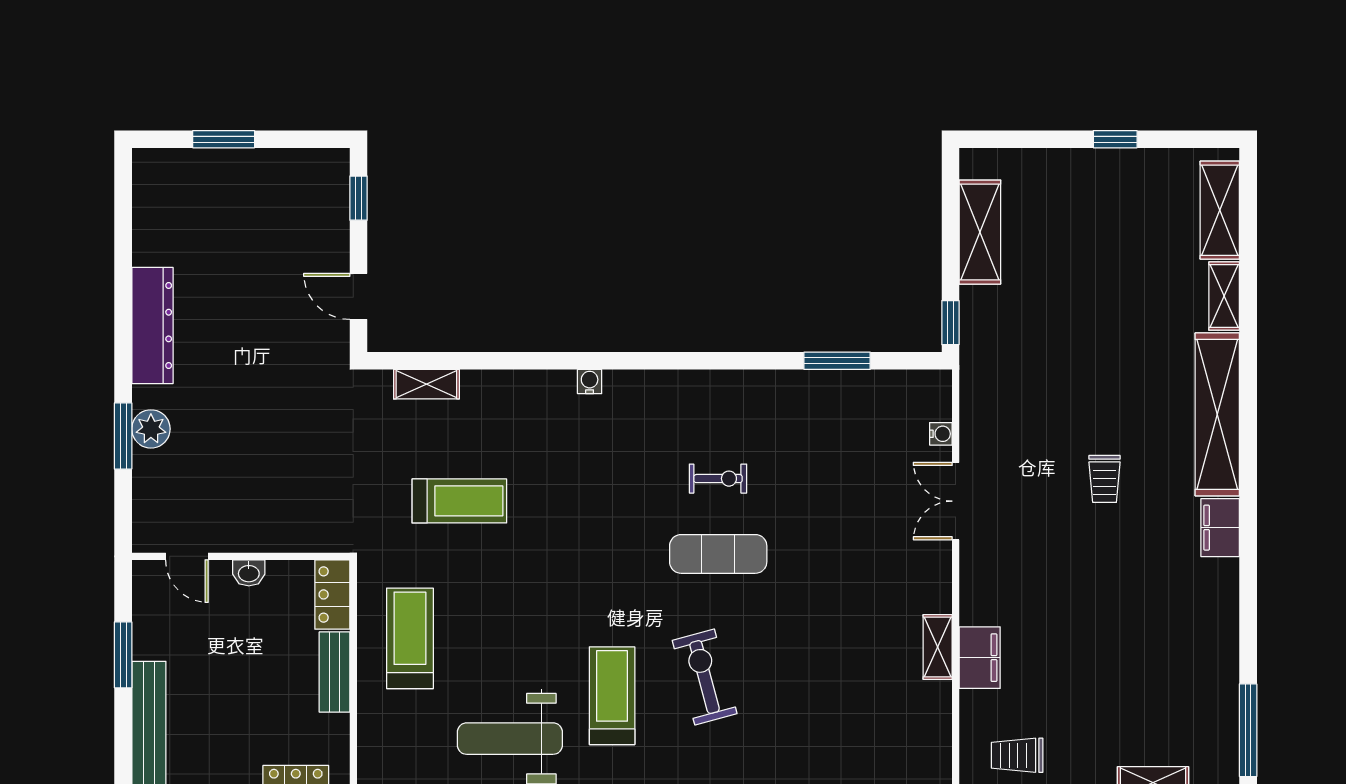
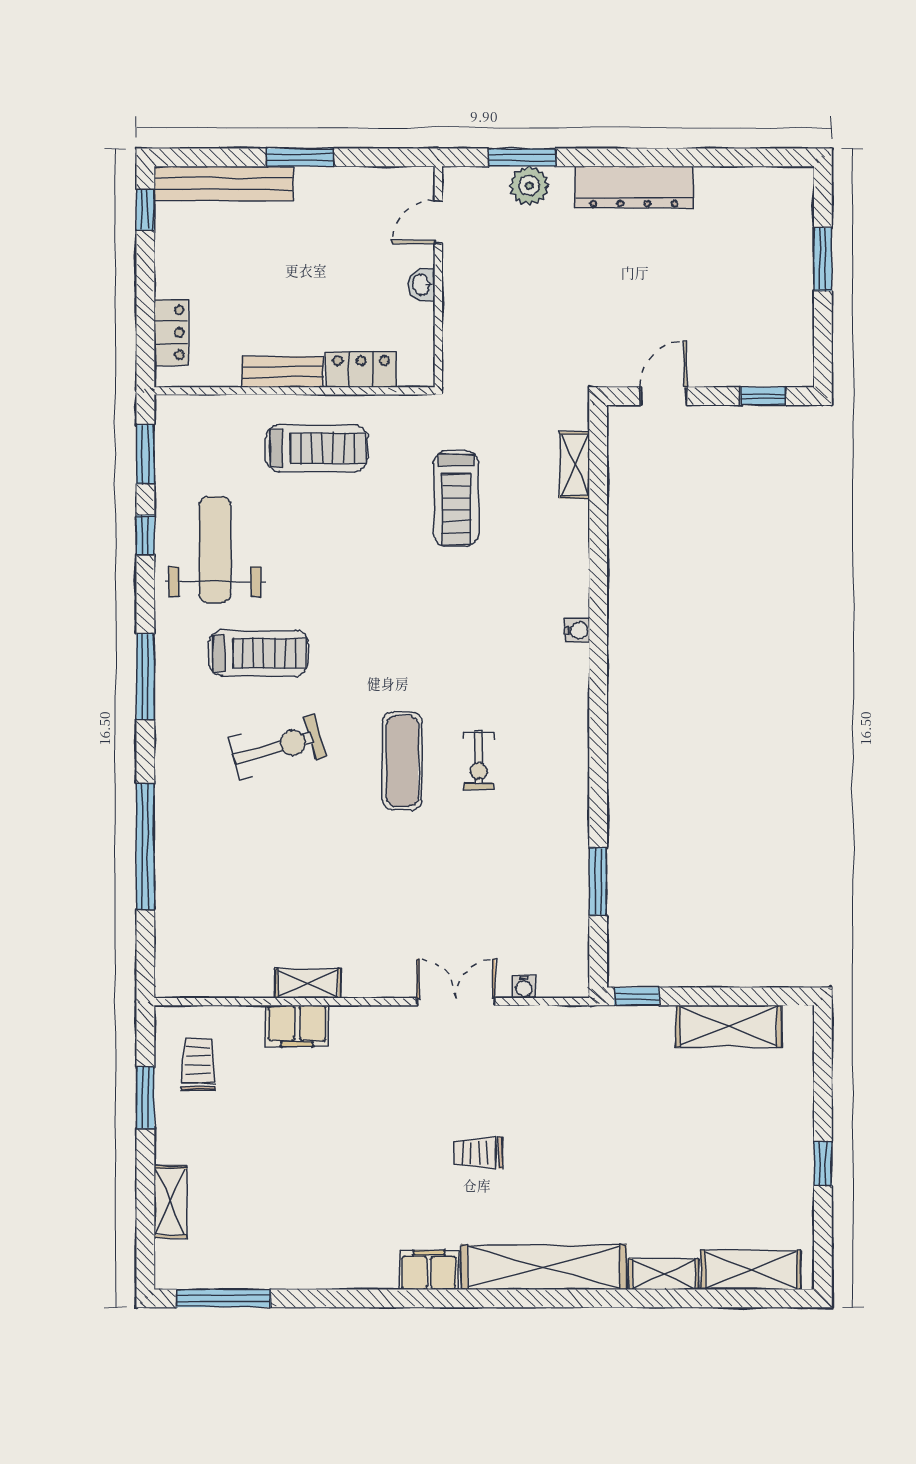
door: (187, 556) -> (438, 222), moved
wall: (241, 556) -> (438, 277), moved
washbasin: (249, 573) -> (422, 285), moved

